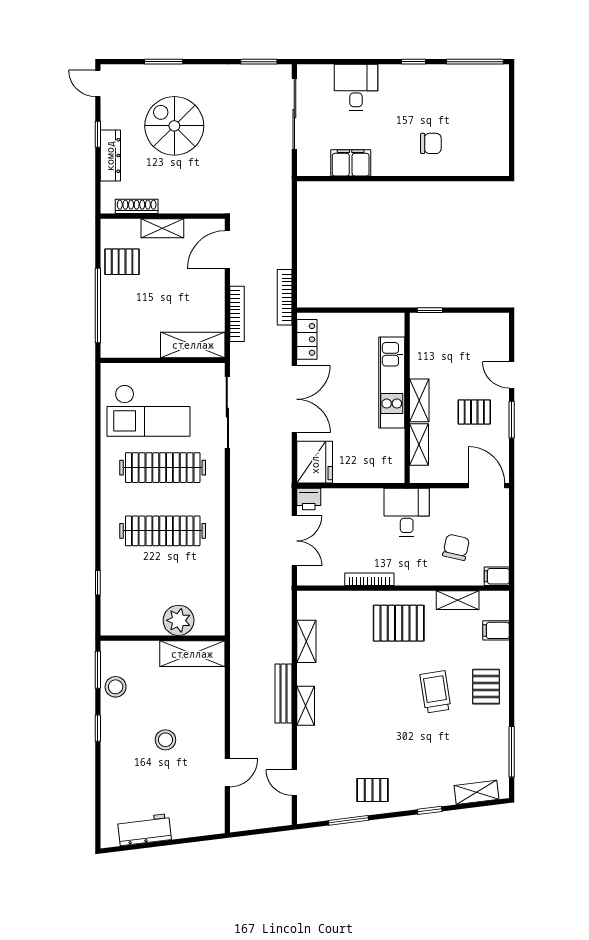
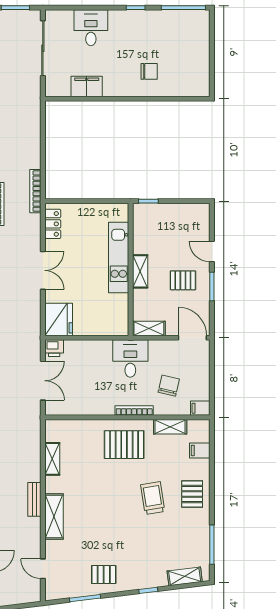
double door: (294, 399) -> (43, 270), width x0.73
shelving: (419, 445) -> (149, 328), moved, turned 90
bookcase: (369, 579) -> (134, 411), moved
bench: (283, 693) -> (34, 499), width x0.73
shelving: (306, 706) -> (54, 517), width x1.50, depth x1.33

